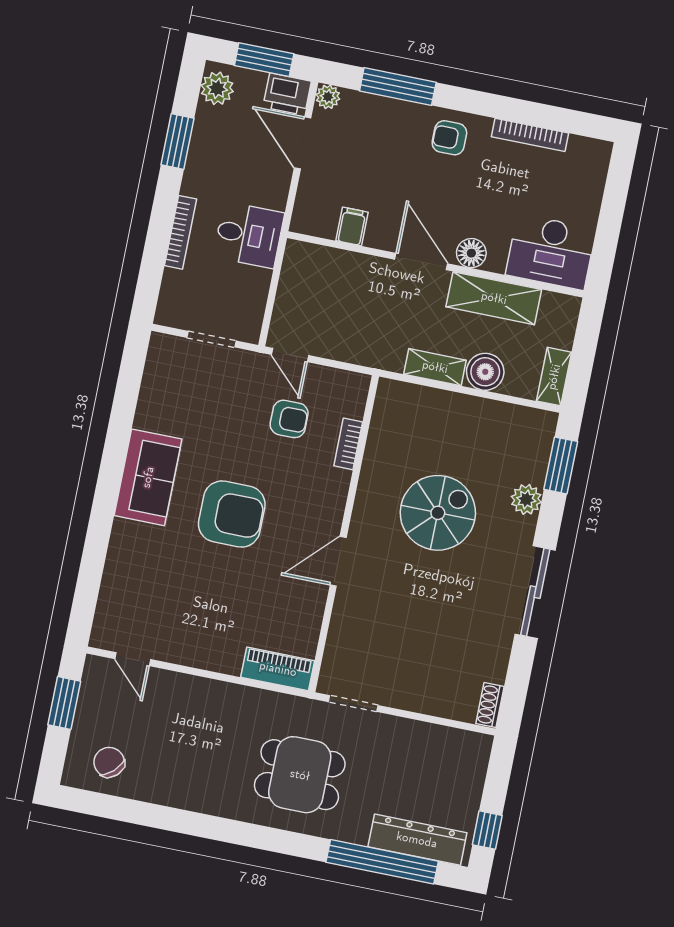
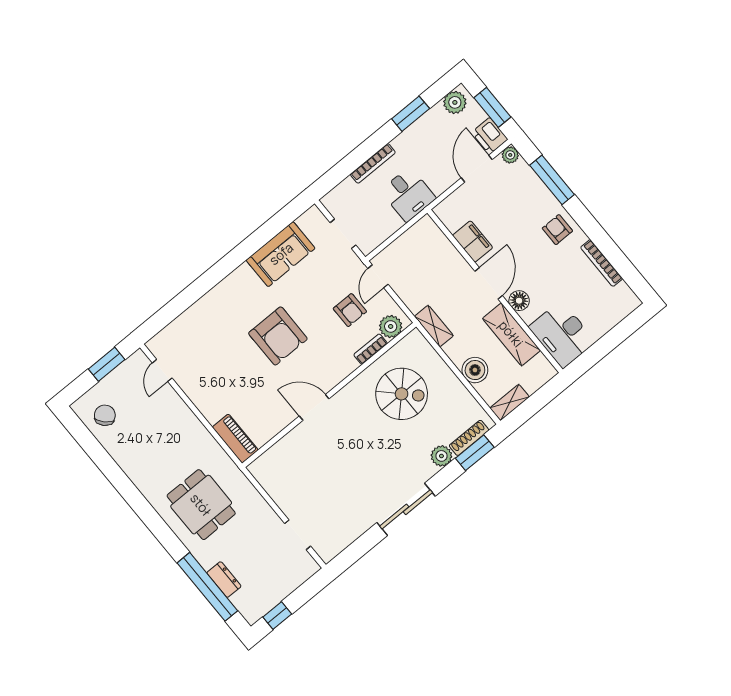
filing cabinet: (352, 226) -> (473, 241), width x2.00
shelving: (435, 367) -> (434, 326), moved
plant: (350, 400) -> (391, 326), added
sofa: (148, 477) -> (281, 254), moved
spiral stairs: (438, 513) -> (402, 394), moved
doorway: (353, 704) -> (298, 535), moved
shoe rack: (490, 705) -> (469, 438), moved, width x1.43
dresser: (417, 840) -> (224, 580), width x0.51, depth x0.80

